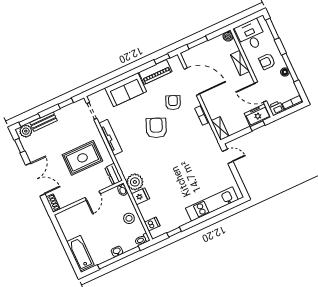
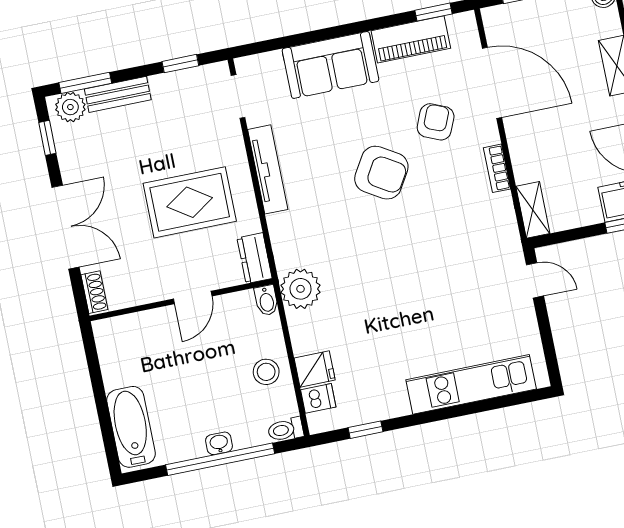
armchair: (156, 128) -> (381, 173), turned 98
fridge: (141, 196) -> (315, 369), moved

